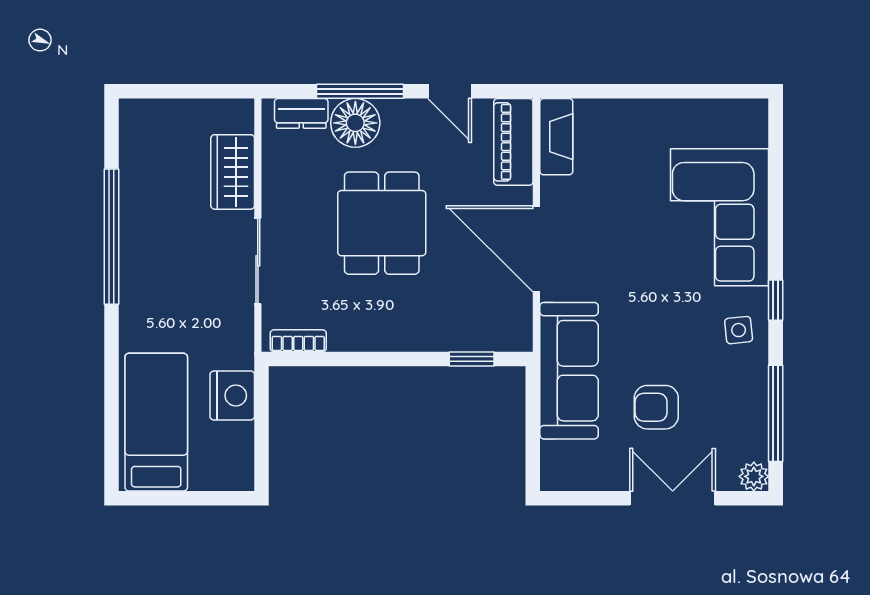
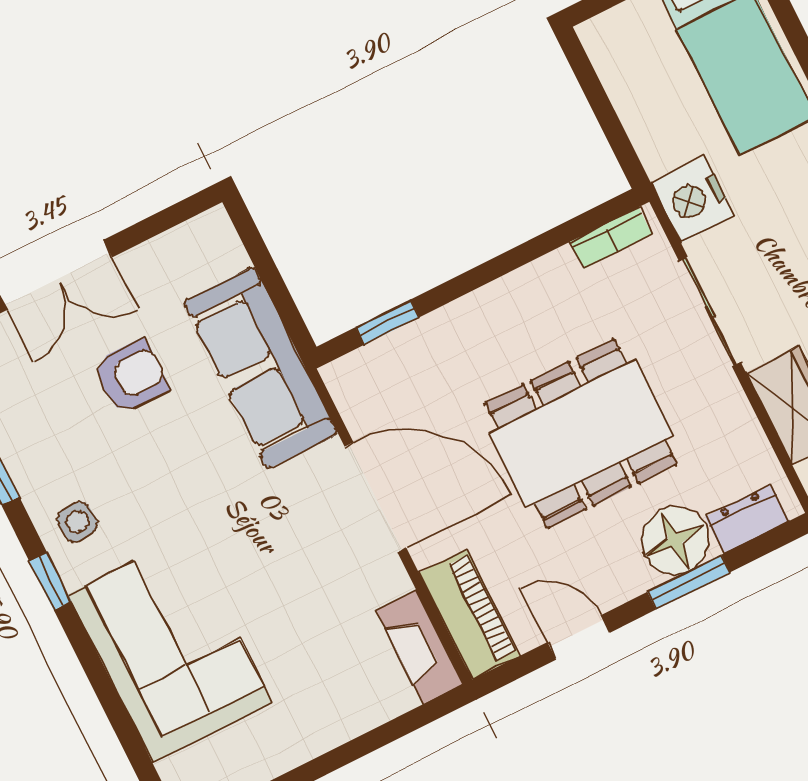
window: (360, 91) -> (689, 582), width x0.69
dining table: (382, 223) -> (581, 434), width x1.38
nightstand: (232, 395) -> (693, 199), moved

